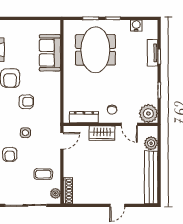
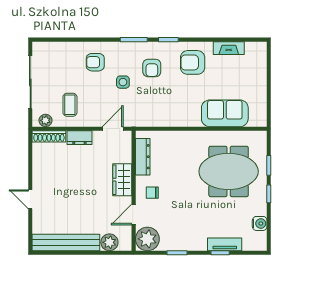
armchair: (26, 102) -> (152, 68), moved
door: (62, 141) -> (113, 129), swing flipped
dresser: (69, 167) -> (79, 138), added

